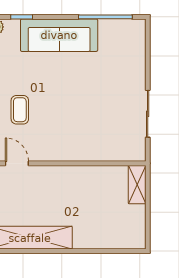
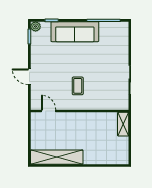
coffee table: (20, 110) -> (78, 86), moved

